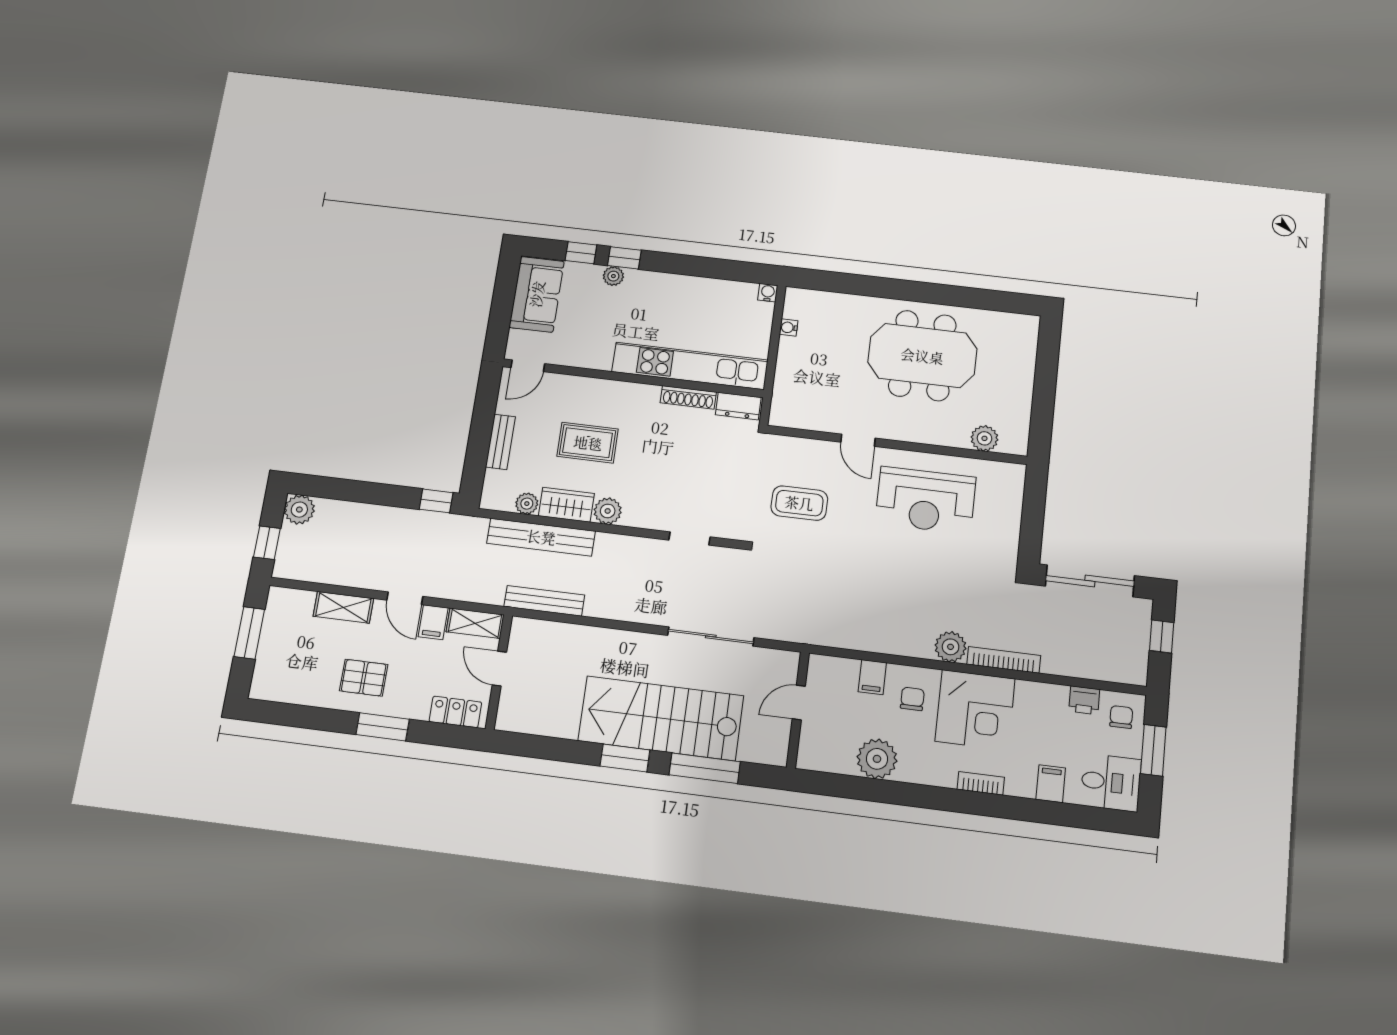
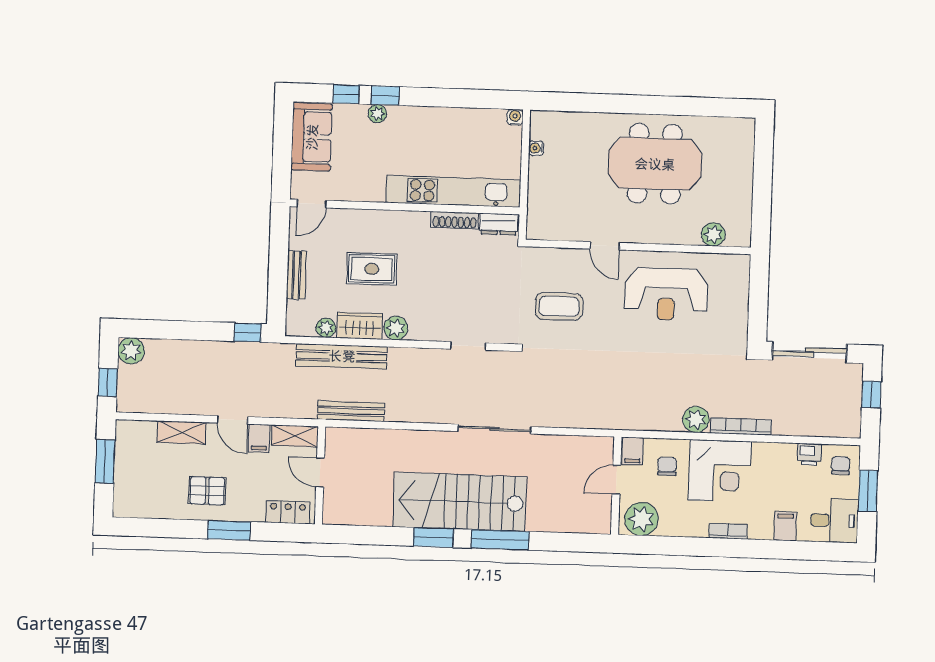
door: (799, 703) -> (616, 480), moved
wall: (798, 710) -> (616, 486), moved

